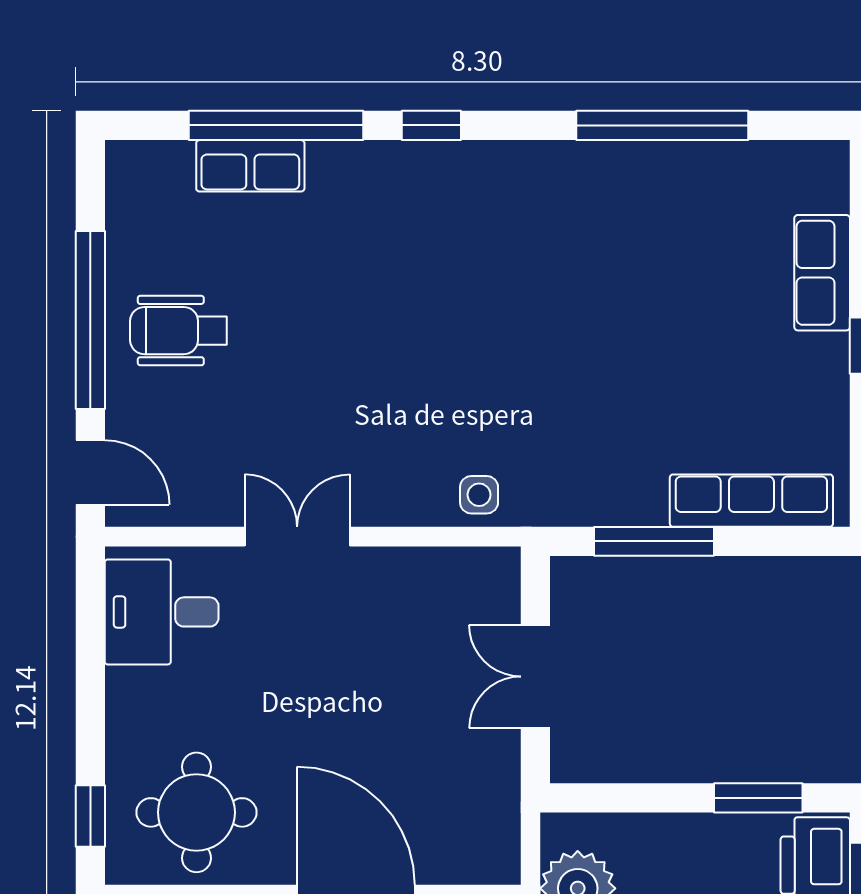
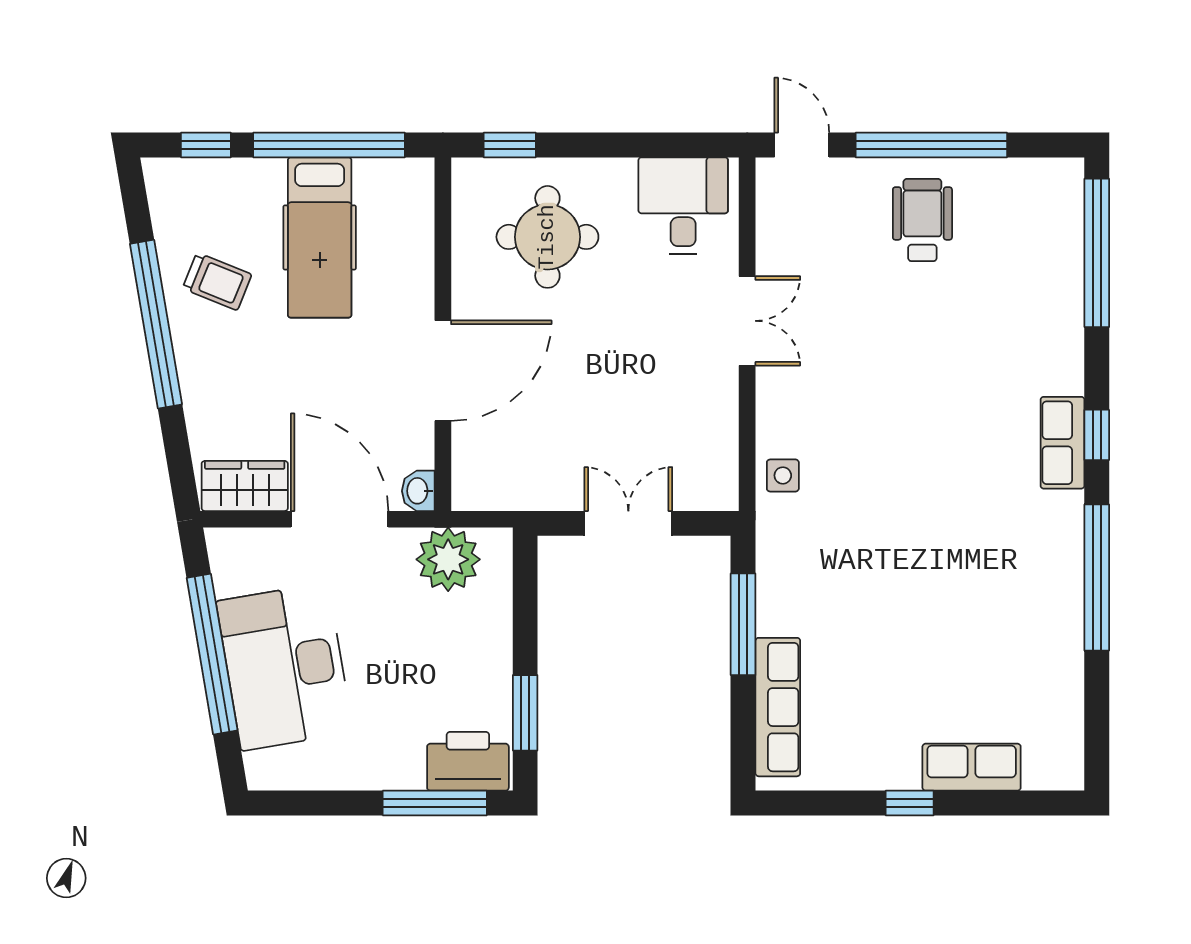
window: (276, 125) -> (1097, 253), moved
window: (662, 125) -> (1097, 577), moved
row of seats: (250, 166) -> (1062, 443), moved
door: (90, 472) -> (802, 145), swing flipped
round table: (196, 812) -> (547, 237), moved

